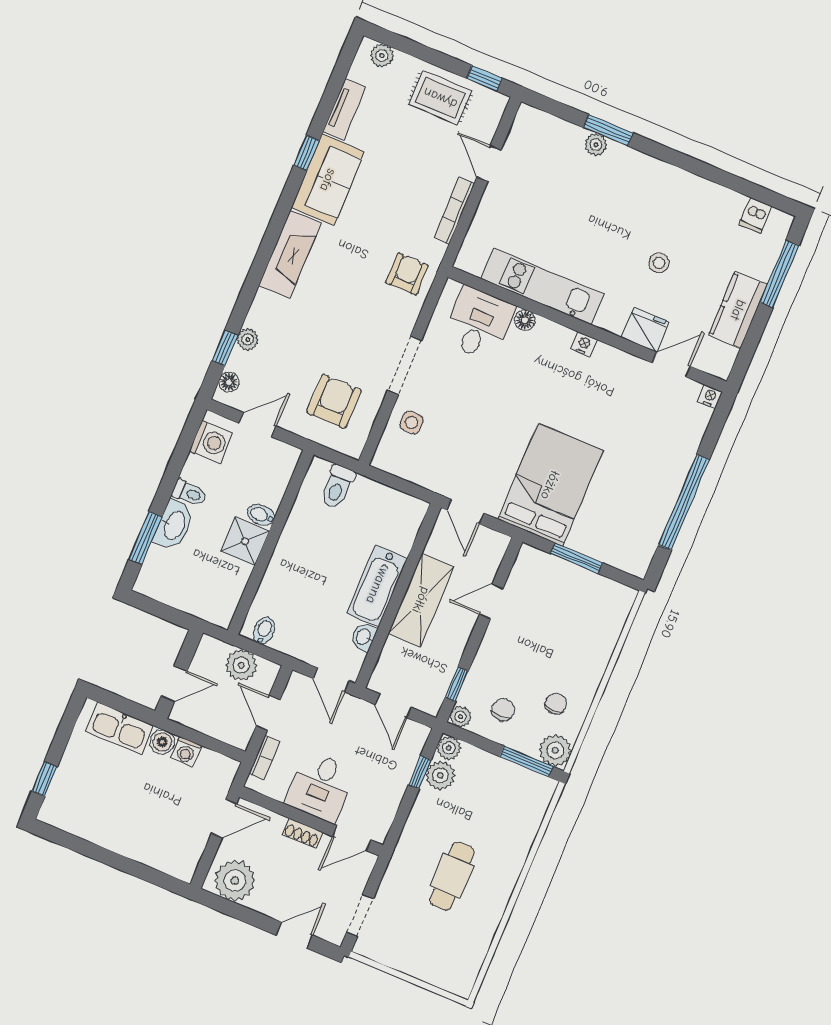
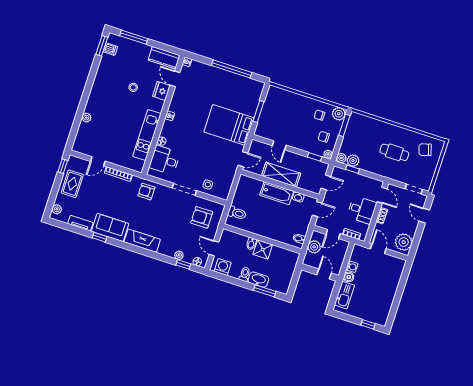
window: (608, 130) -> (102, 46), moved
kitchen counter: (738, 310) -> (164, 58), moved
chair: (452, 950) -> (425, 150), added

